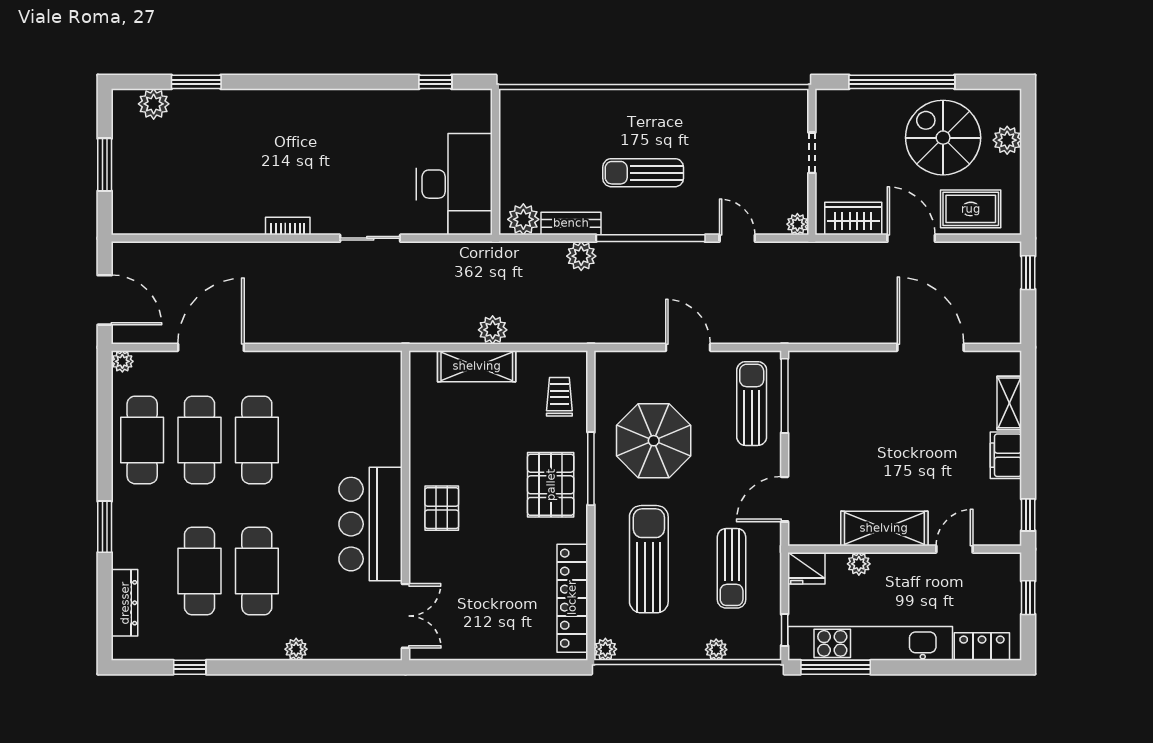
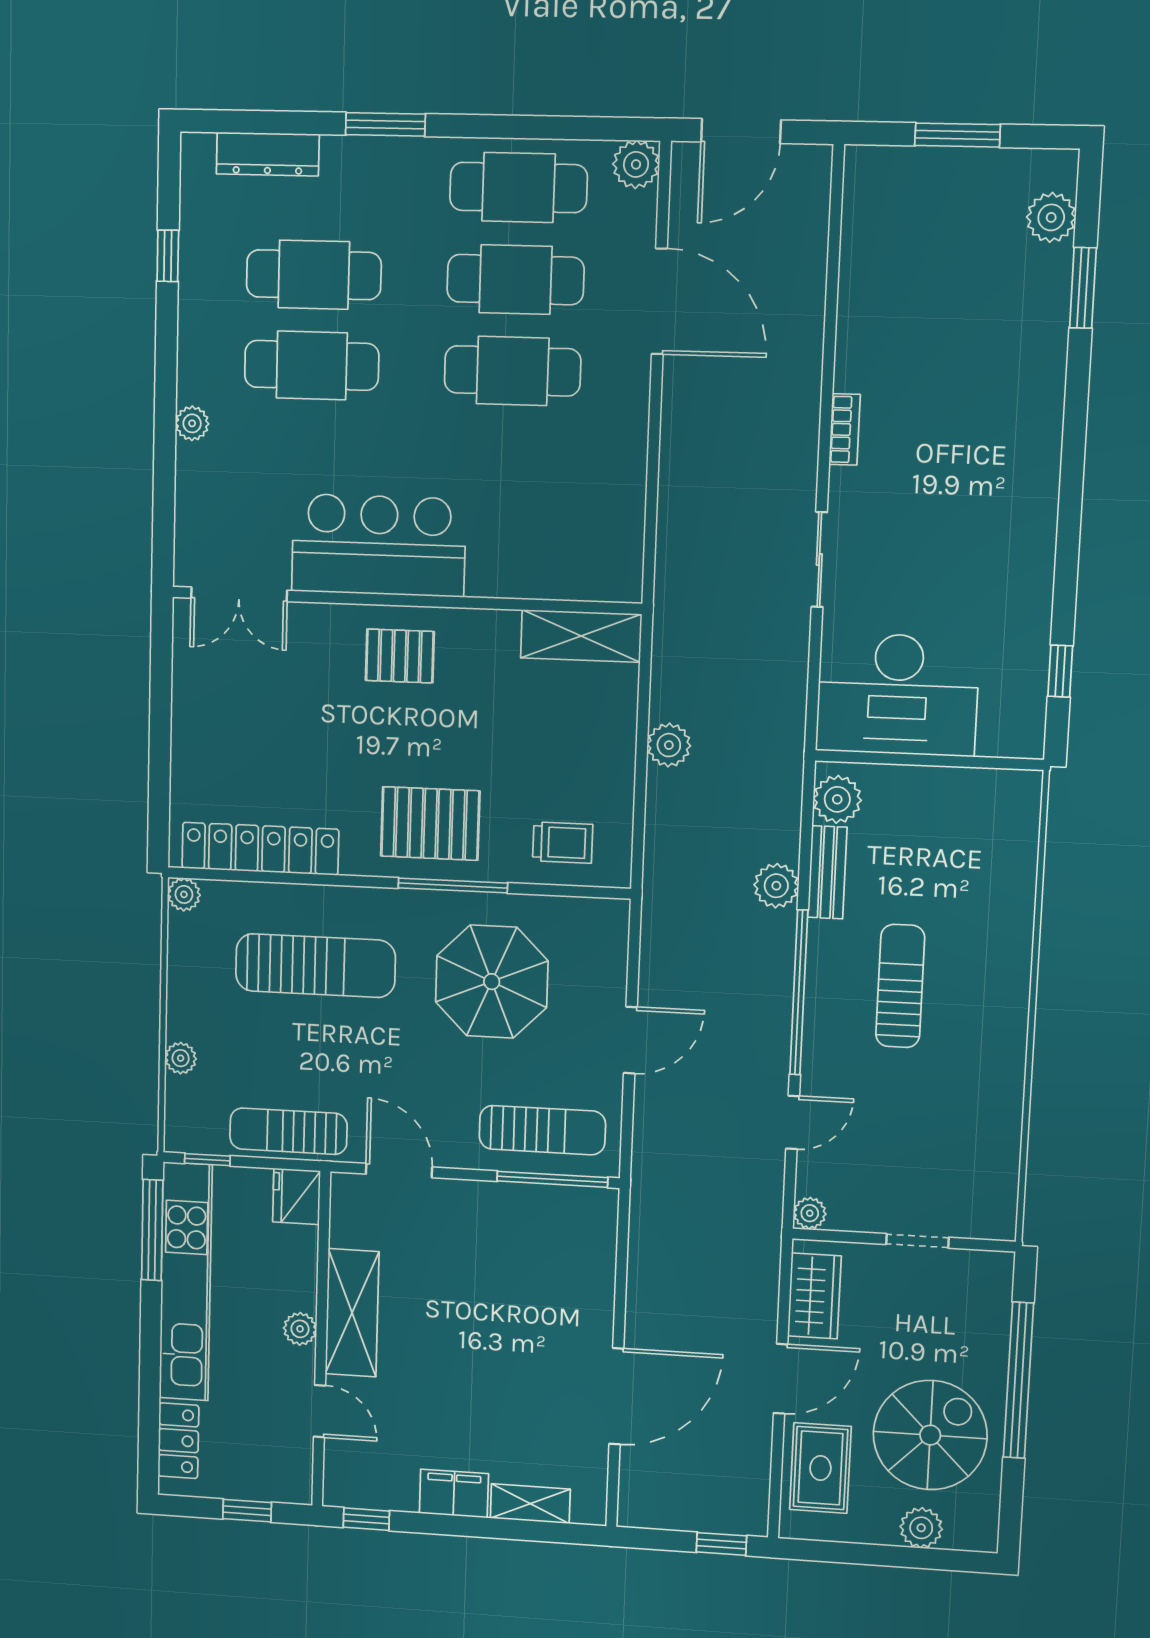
plant: (122, 361) -> (636, 164), width x1.38, depth x1.38
shelving: (477, 366) -> (581, 636), moved, turned 90
plant: (859, 564) -> (300, 1329), moved
sun lounger: (732, 568) -> (288, 1131), moved

